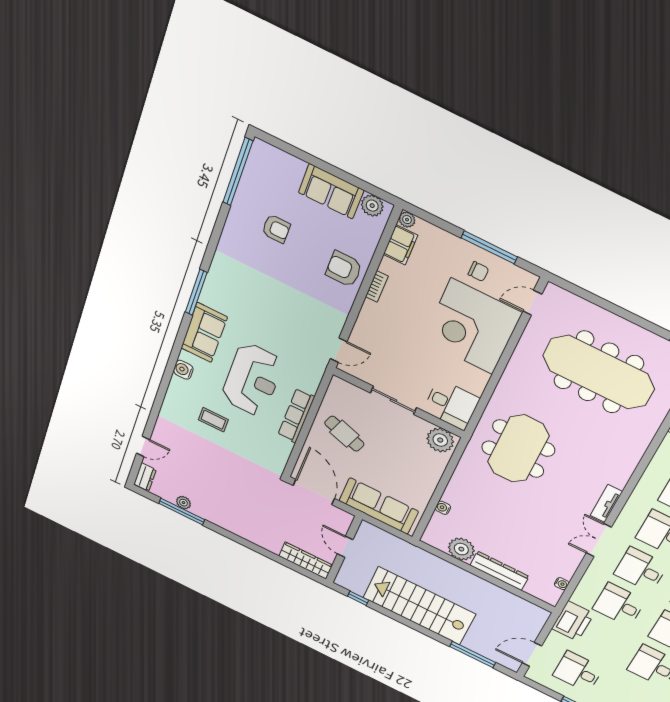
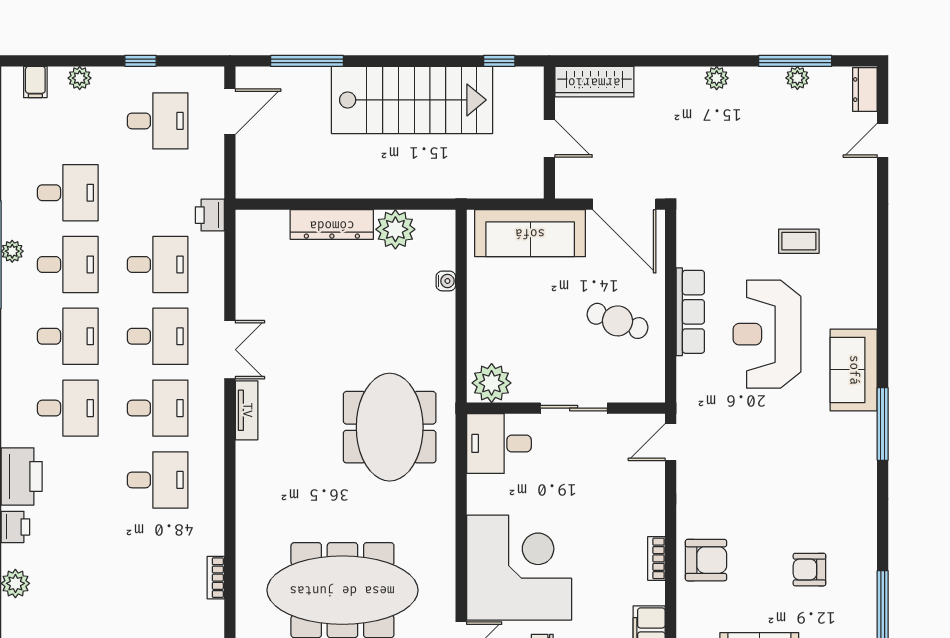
water cooler: (183, 370) -> (864, 297), removed
plant: (232, 526) -> (717, 78), added
water cooler: (562, 584) -> (244, 253), removed
printer: (573, 621) -> (210, 215), width x0.53, depth x0.68

